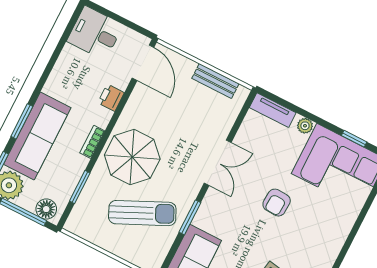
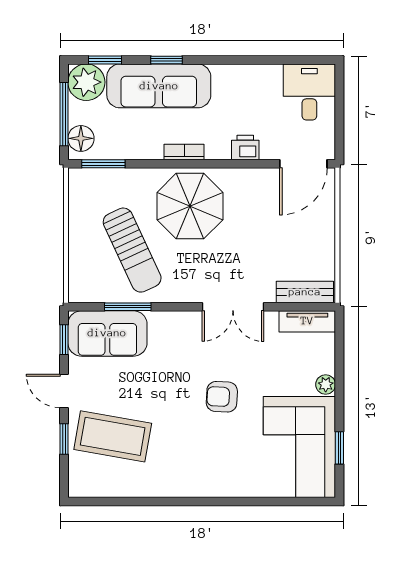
bench: (215, 81) -> (305, 292), moved, turned 90
tv unit: (273, 110) -> (307, 321), moved, turned -90
window: (22, 121) -> (167, 60), width x0.67
window: (80, 187) -> (103, 164), moved
window: (190, 217) -> (128, 307), moved

